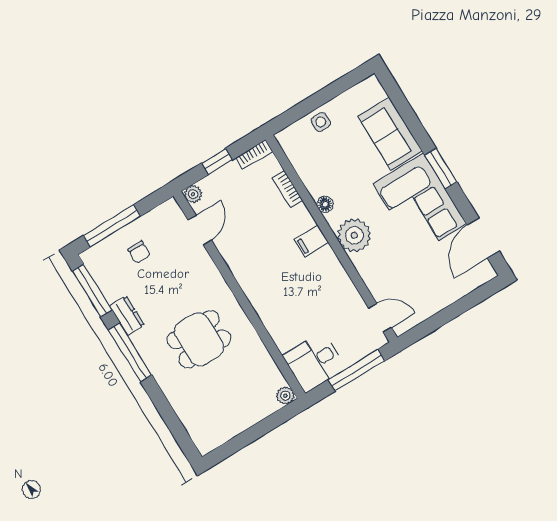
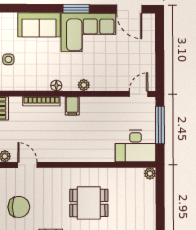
bookcase: (288, 189) -> (41, 101), width x1.56
plant: (354, 235) -> (84, 85), width x0.53, depth x0.53
chair: (139, 252) -> (19, 207), width x1.87, depth x1.87
dining table: (199, 339) -> (89, 203), turned 90
desk: (314, 362) -> (136, 146), width x1.37

